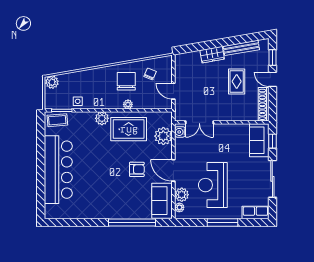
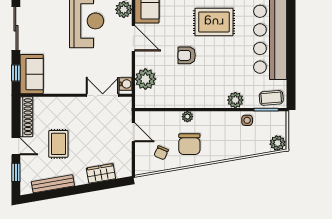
wardrobe: (212, 55) -> (101, 173), moved
plant: (102, 118) -> (235, 100), moved
rug: (129, 129) -> (214, 22), moved
armchair: (137, 169) -> (187, 55), moved

